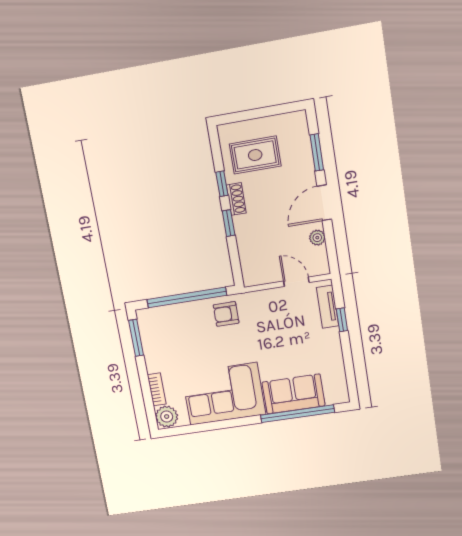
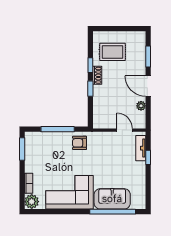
door: (324, 203) -> (148, 86), hinge flipped
window: (187, 297) -> (58, 129), width x0.68

